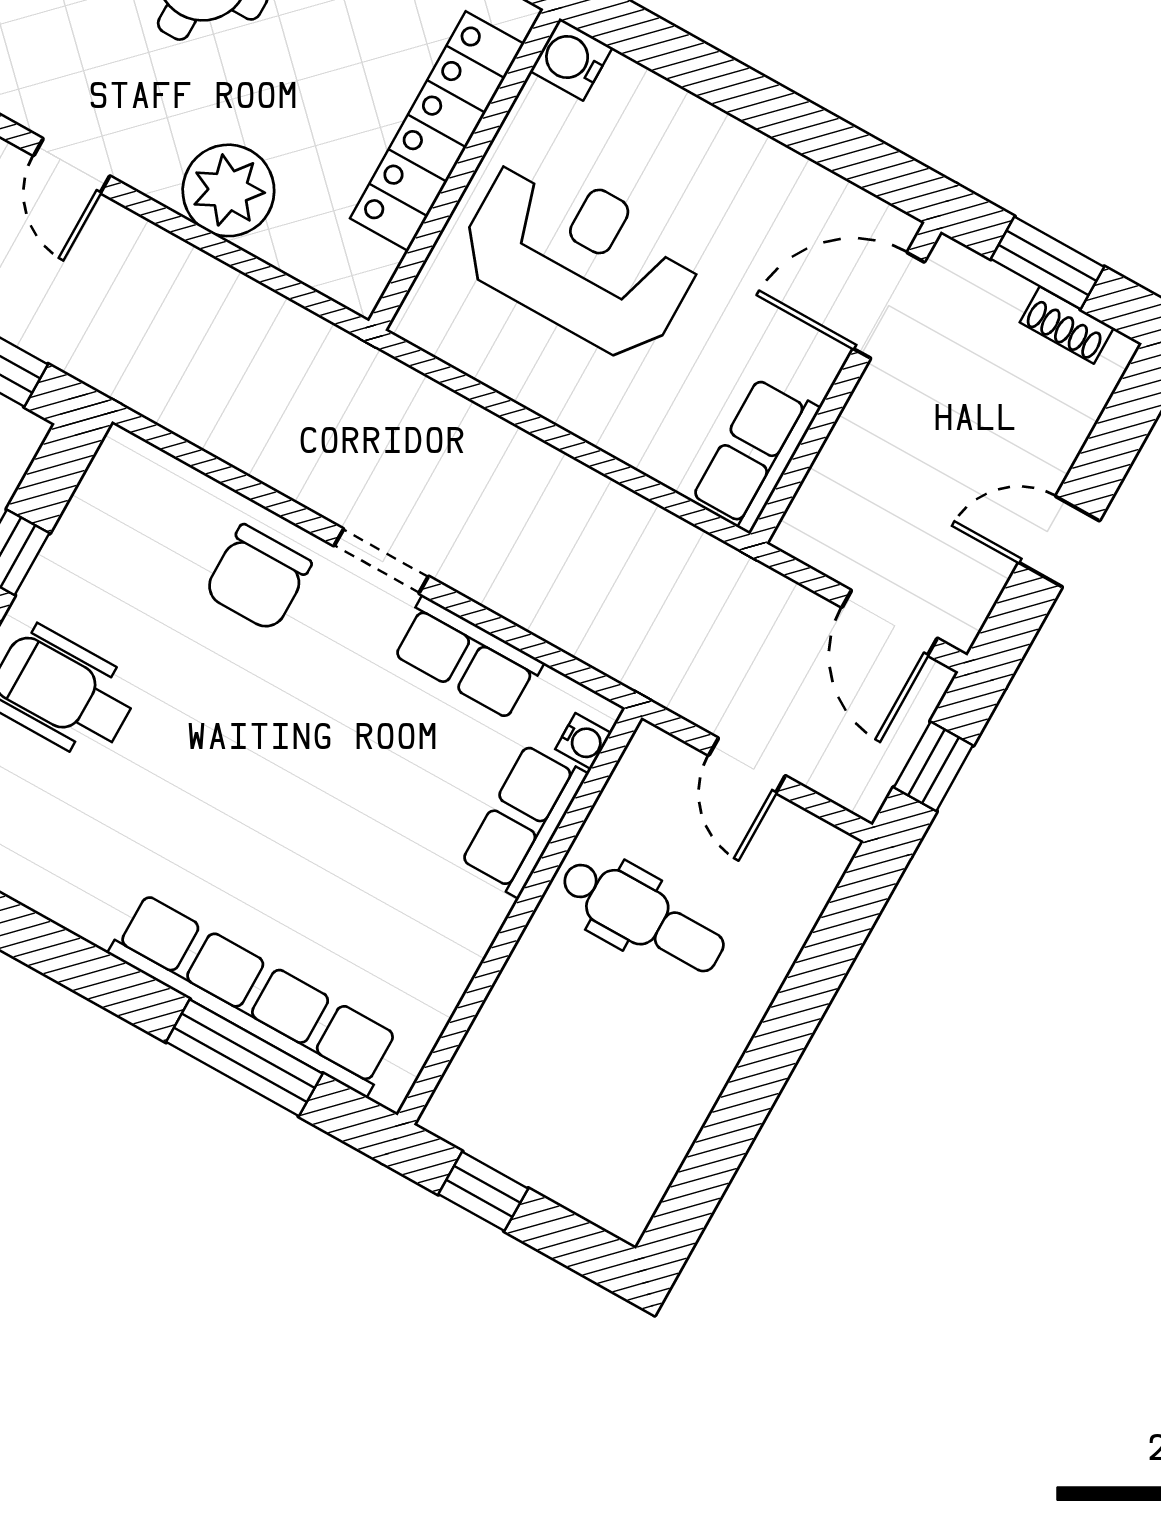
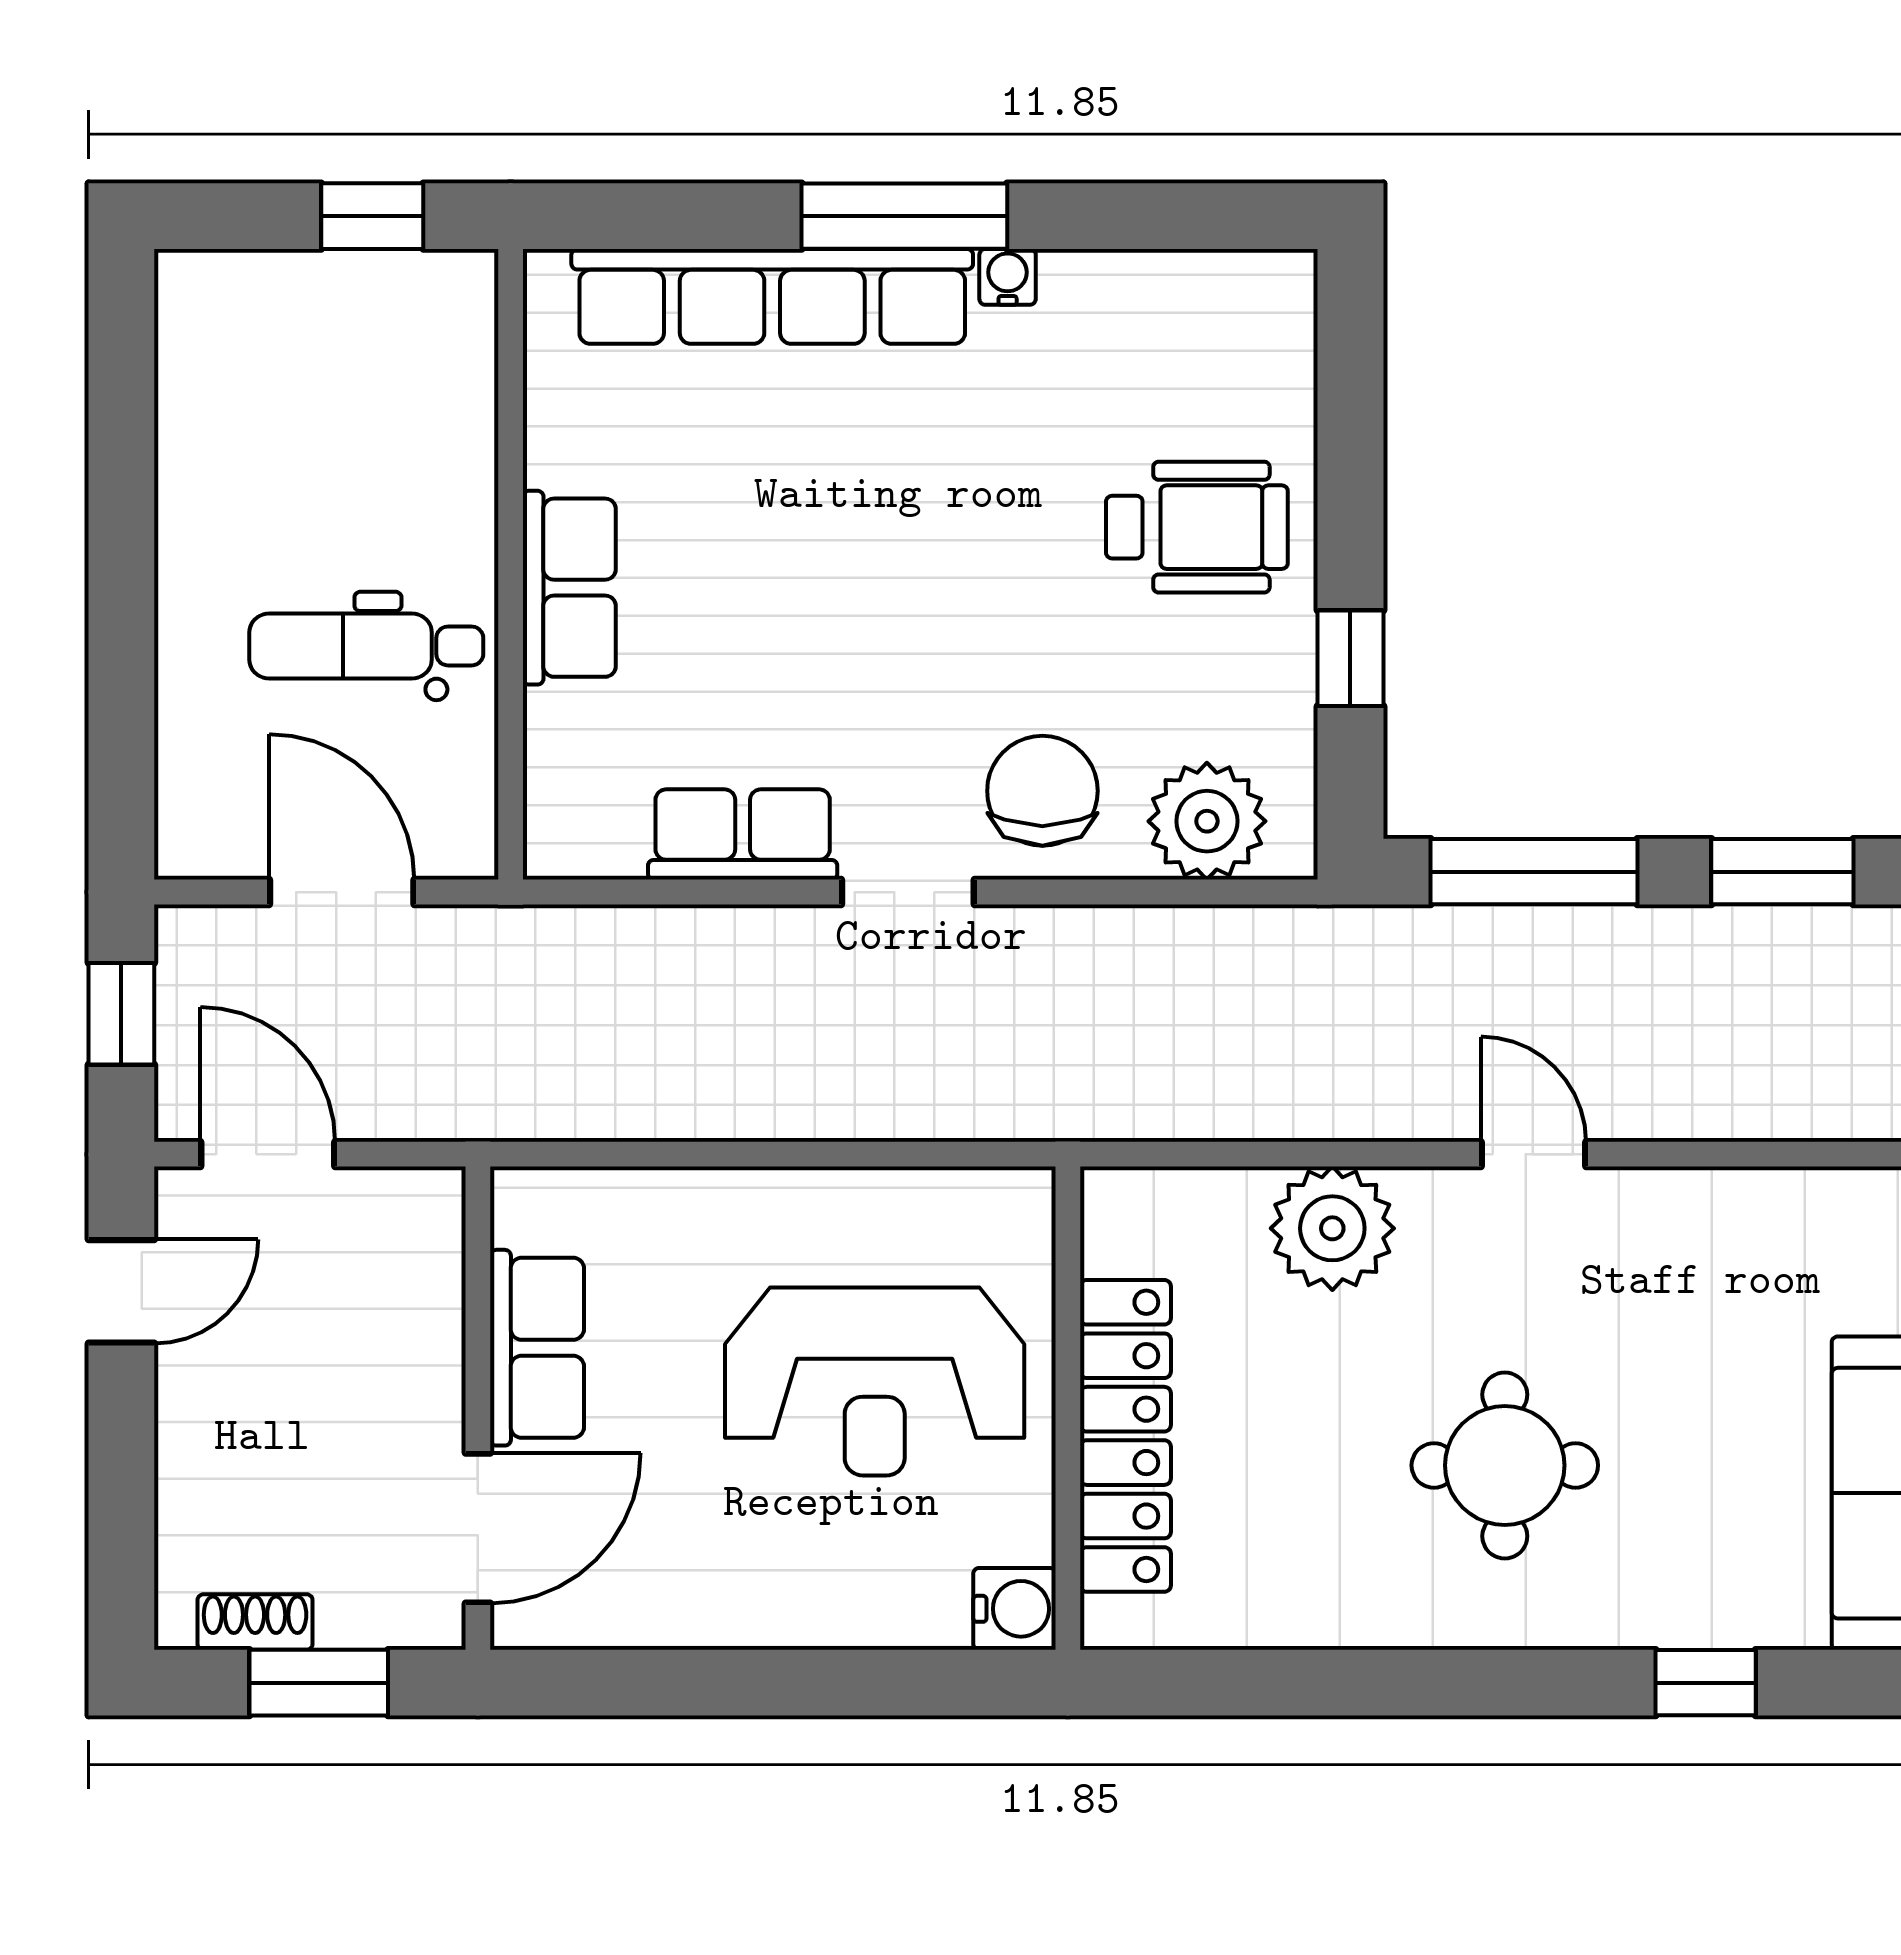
row of seats: (755, 454) -> (537, 1348), moved
plant: (162, 499) -> (1207, 821), added
door: (1059, 542) -> (121, 1291), moved
water cooler: (583, 741) -> (1008, 277), moved, turned 90
door: (747, 765) -> (342, 892), width x1.38
row of seats: (524, 820) -> (569, 588), moved
window: (244, 1058) -> (904, 216), moved

